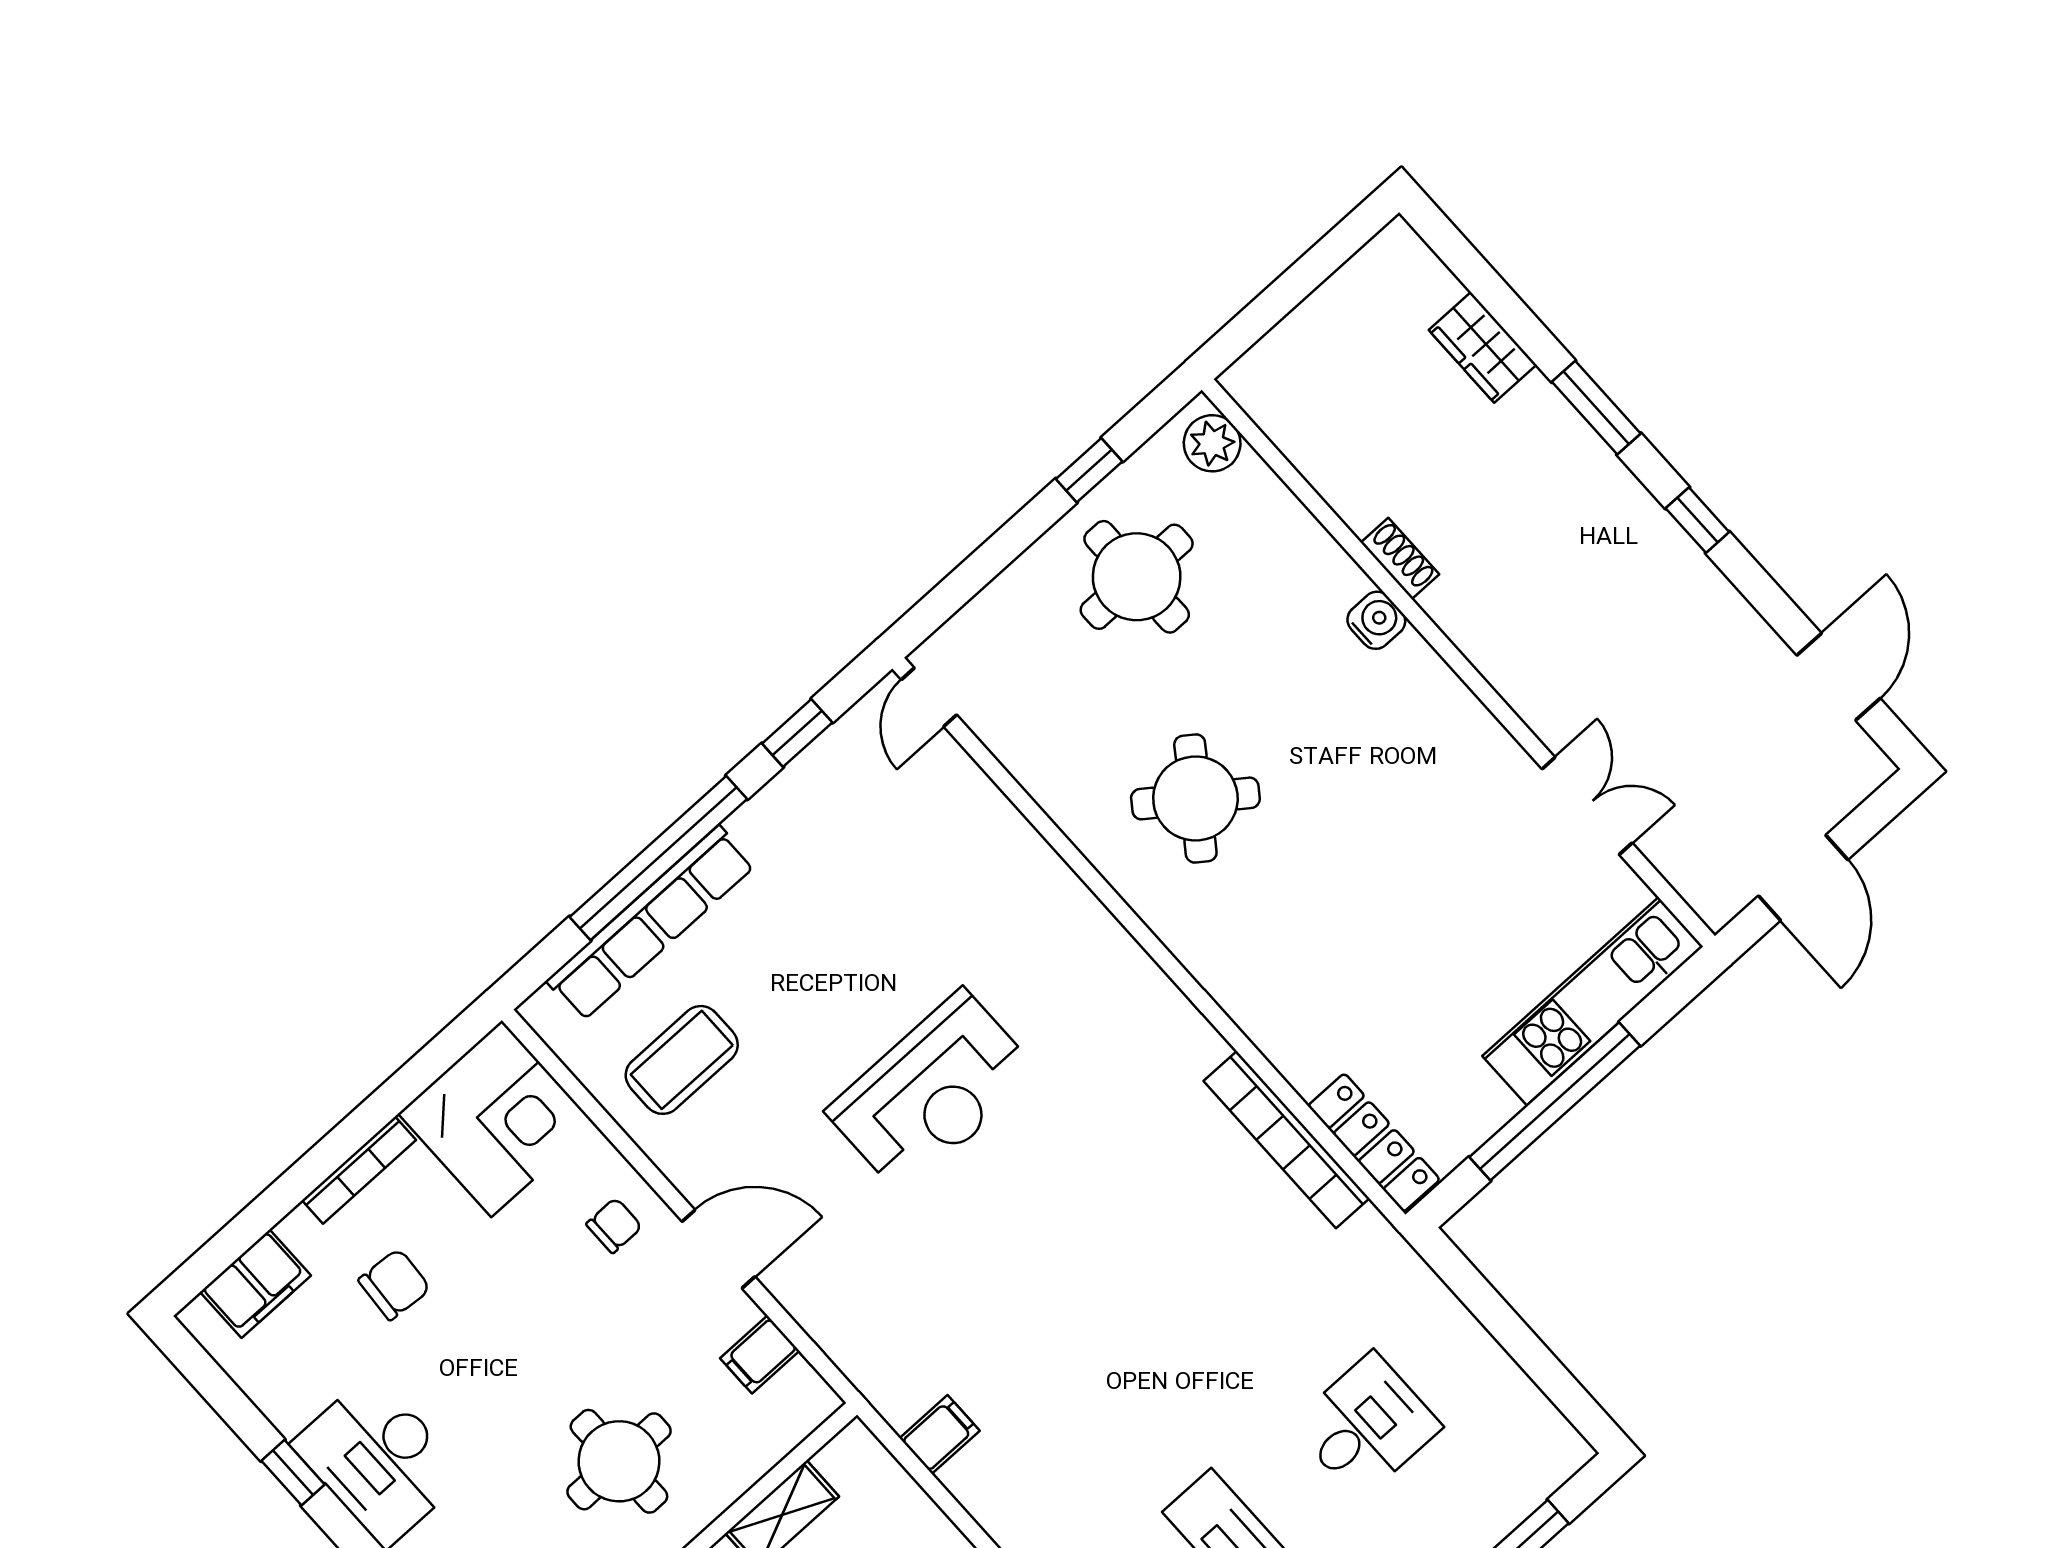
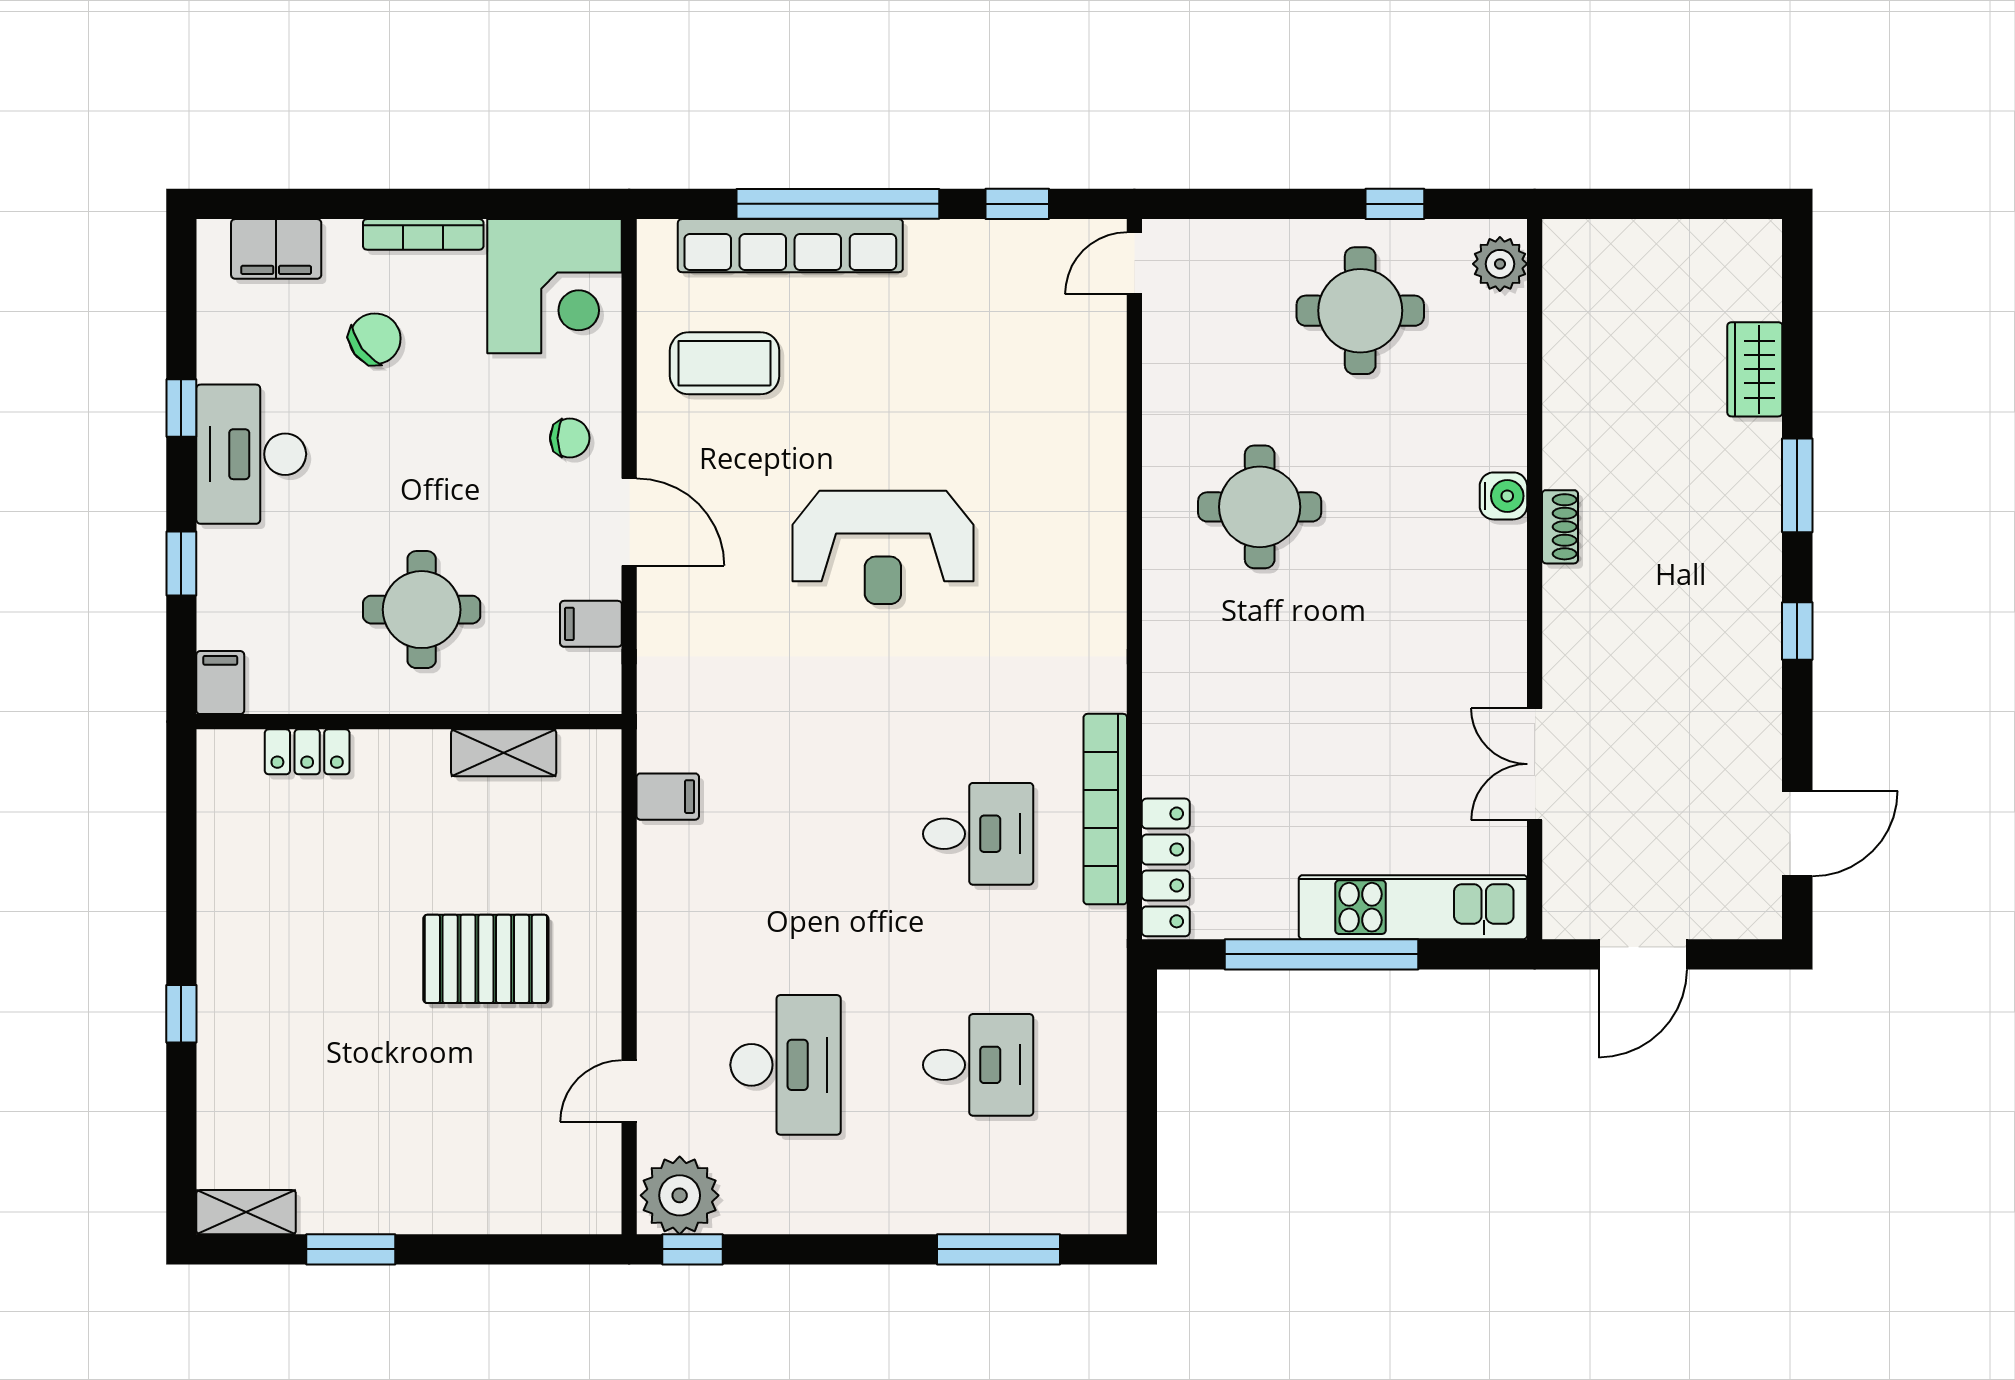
shoe rack: (1400, 559) -> (1560, 527), moved
round table: (1195, 798) -> (1260, 507), turned -36
double door: (1587, 806) -> (1535, 764), swing flipped
desk: (1205, 1247) -> (978, 834), added
chair: (394, 1284) -> (375, 339), turned -41

